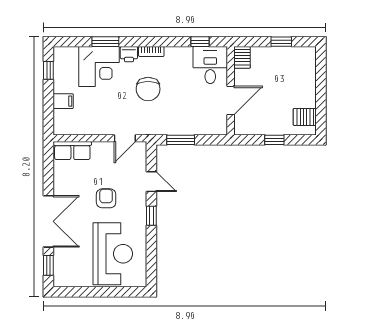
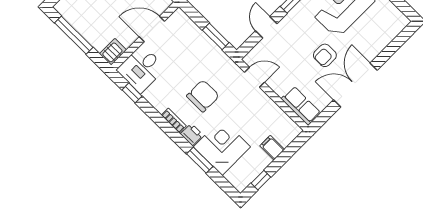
window: (281, 42) -> (74, 35), width x2.17
armchair: (106, 198) -> (325, 55), moved
double door: (48, 221) -> (355, 85), moved
window: (48, 265) -> (400, 40), removed

